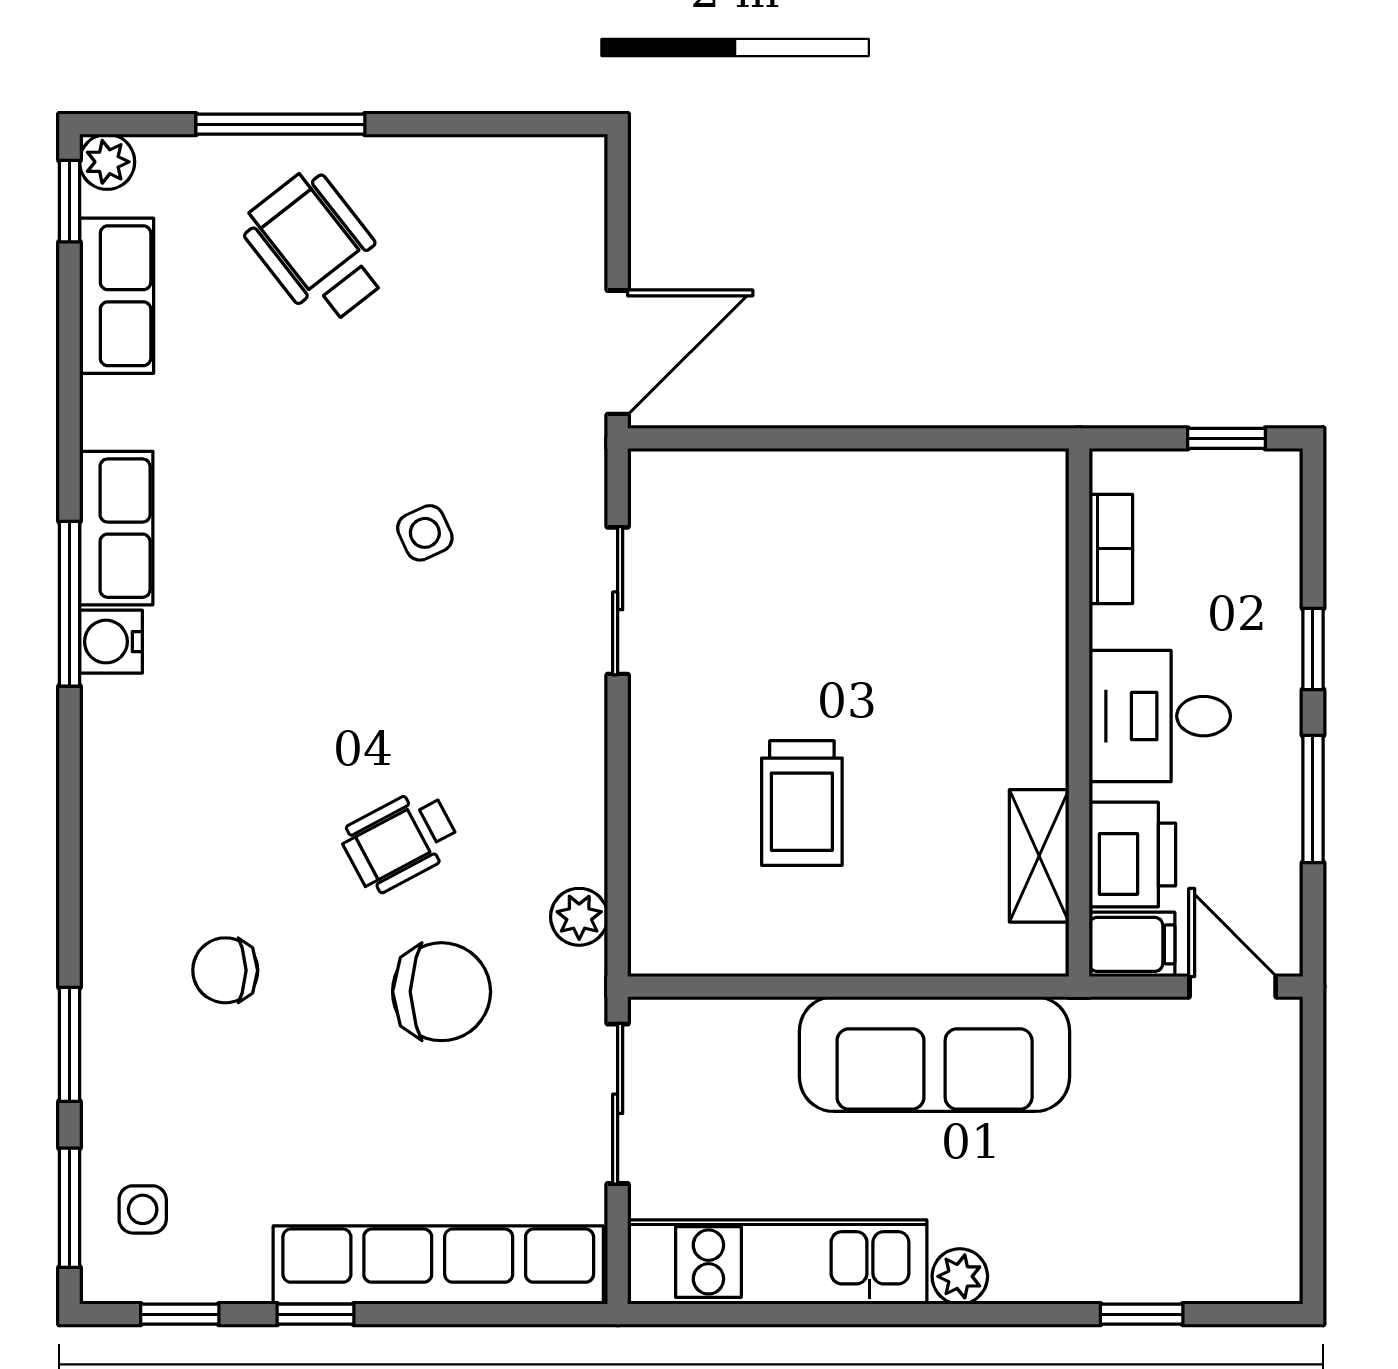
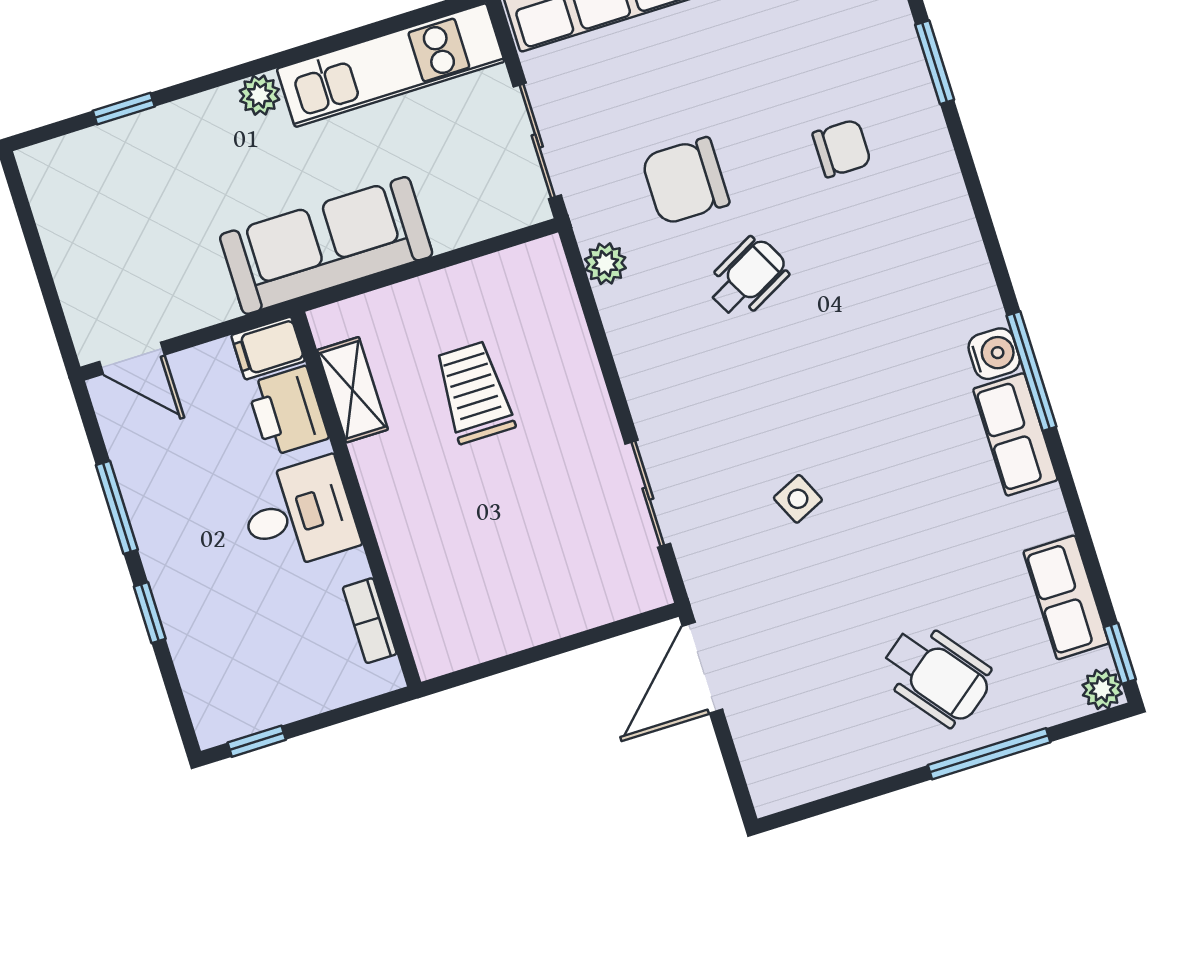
bookcase: (1111, 549) -> (370, 621), moved
wall: (1079, 712) -> (356, 499), moved
desk: (1160, 716) -> (299, 514), moved
printer: (1132, 855) -> (288, 411), moved
shelving: (1039, 856) -> (353, 390), moved
filing cabinet: (1132, 944) -> (268, 348), moved

